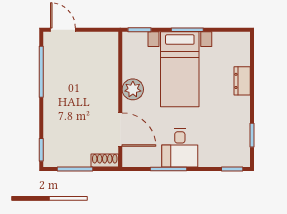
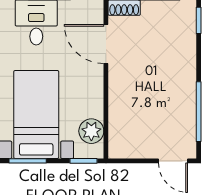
plant: (133, 89) -> (91, 131), moved

